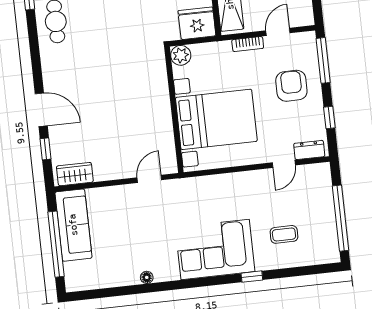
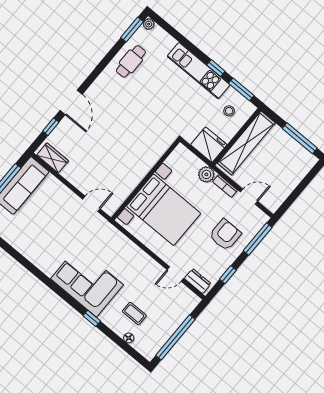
plant: (181, 55) -> (206, 174), moved
floor lamp: (147, 277) -> (129, 338), moved

